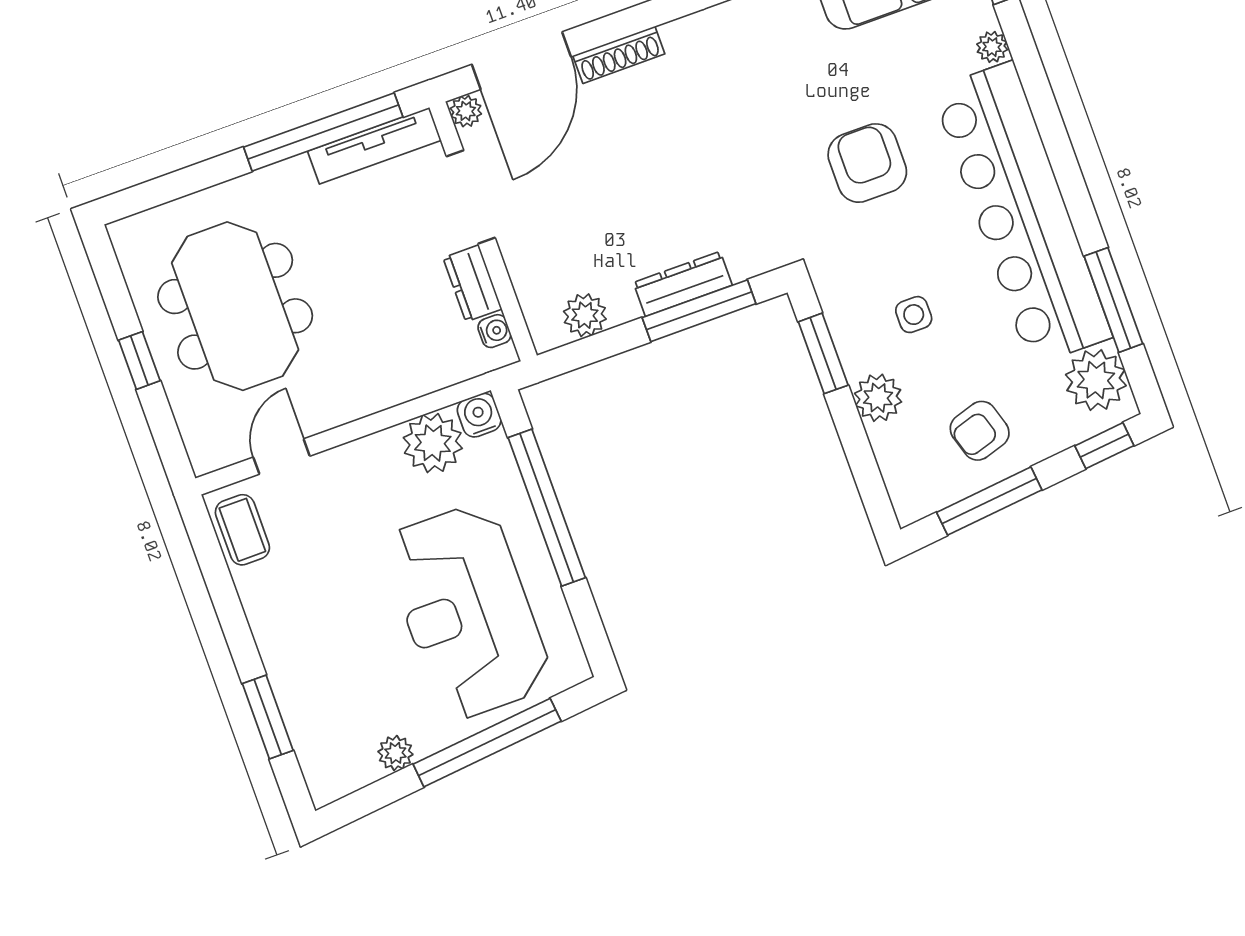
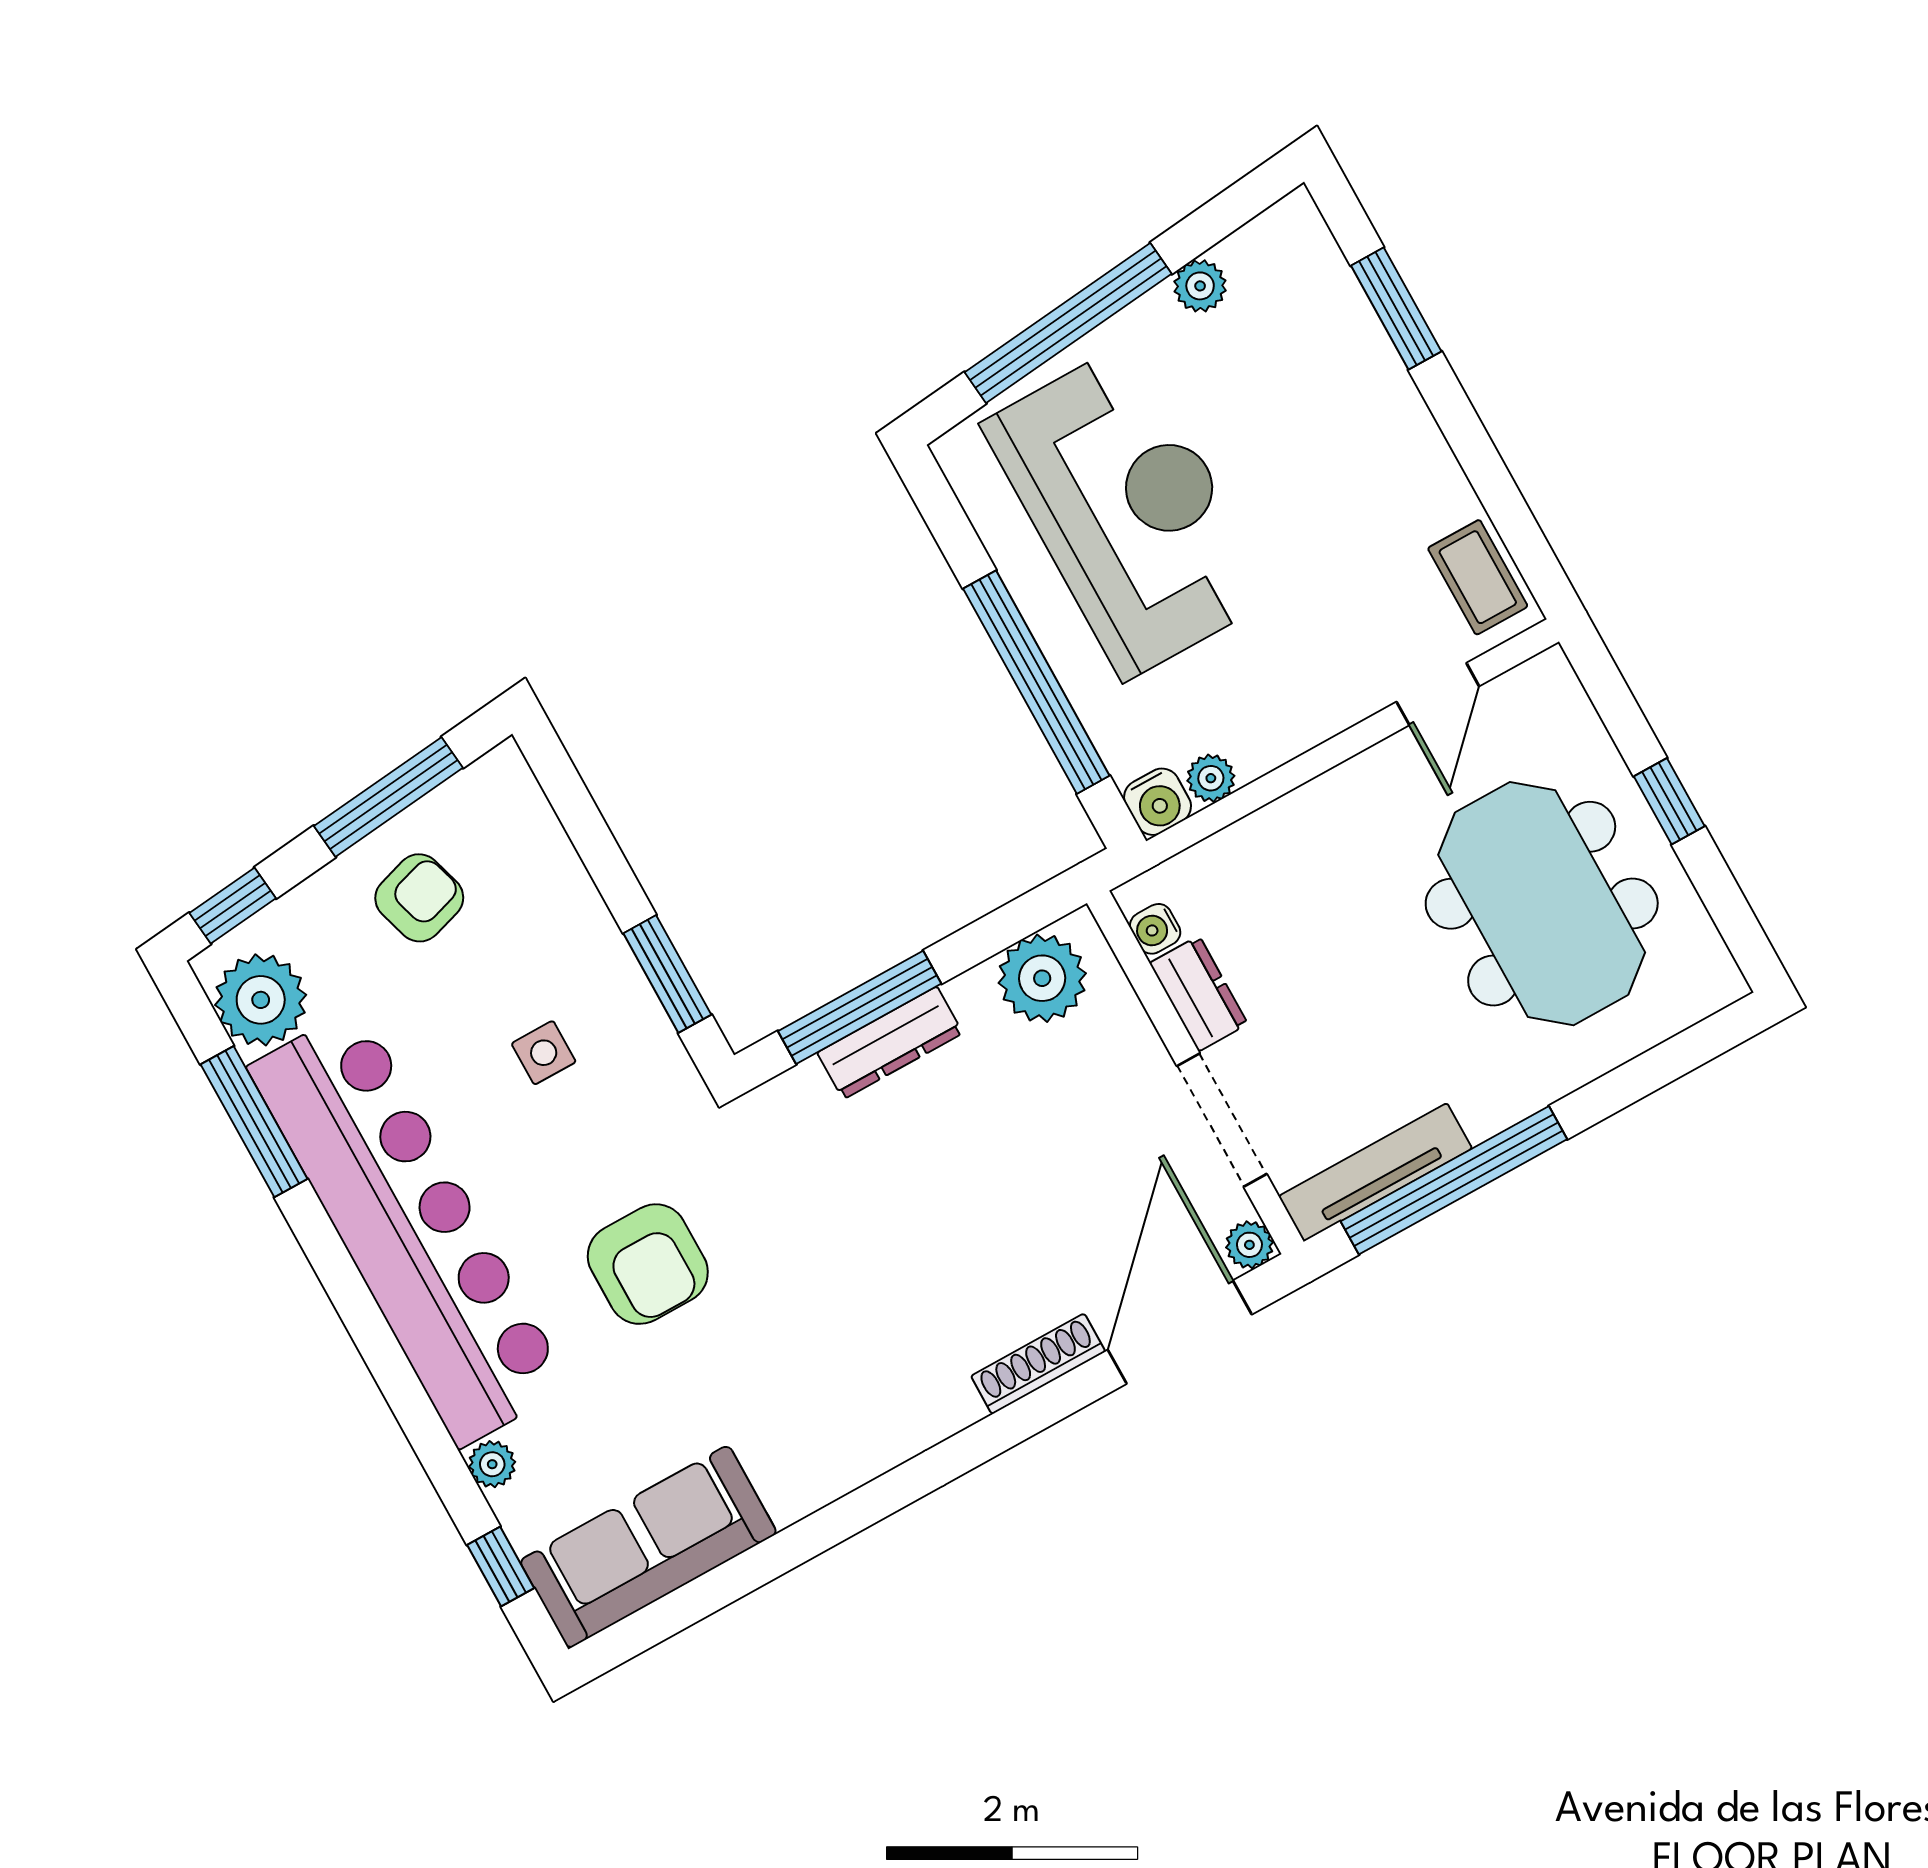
plant: (585, 315) -> (1042, 978), width x1.36, depth x1.36
plant: (878, 398) -> (576, 922), removed
plant: (433, 443) -> (1211, 778), width x0.53, depth x0.53

